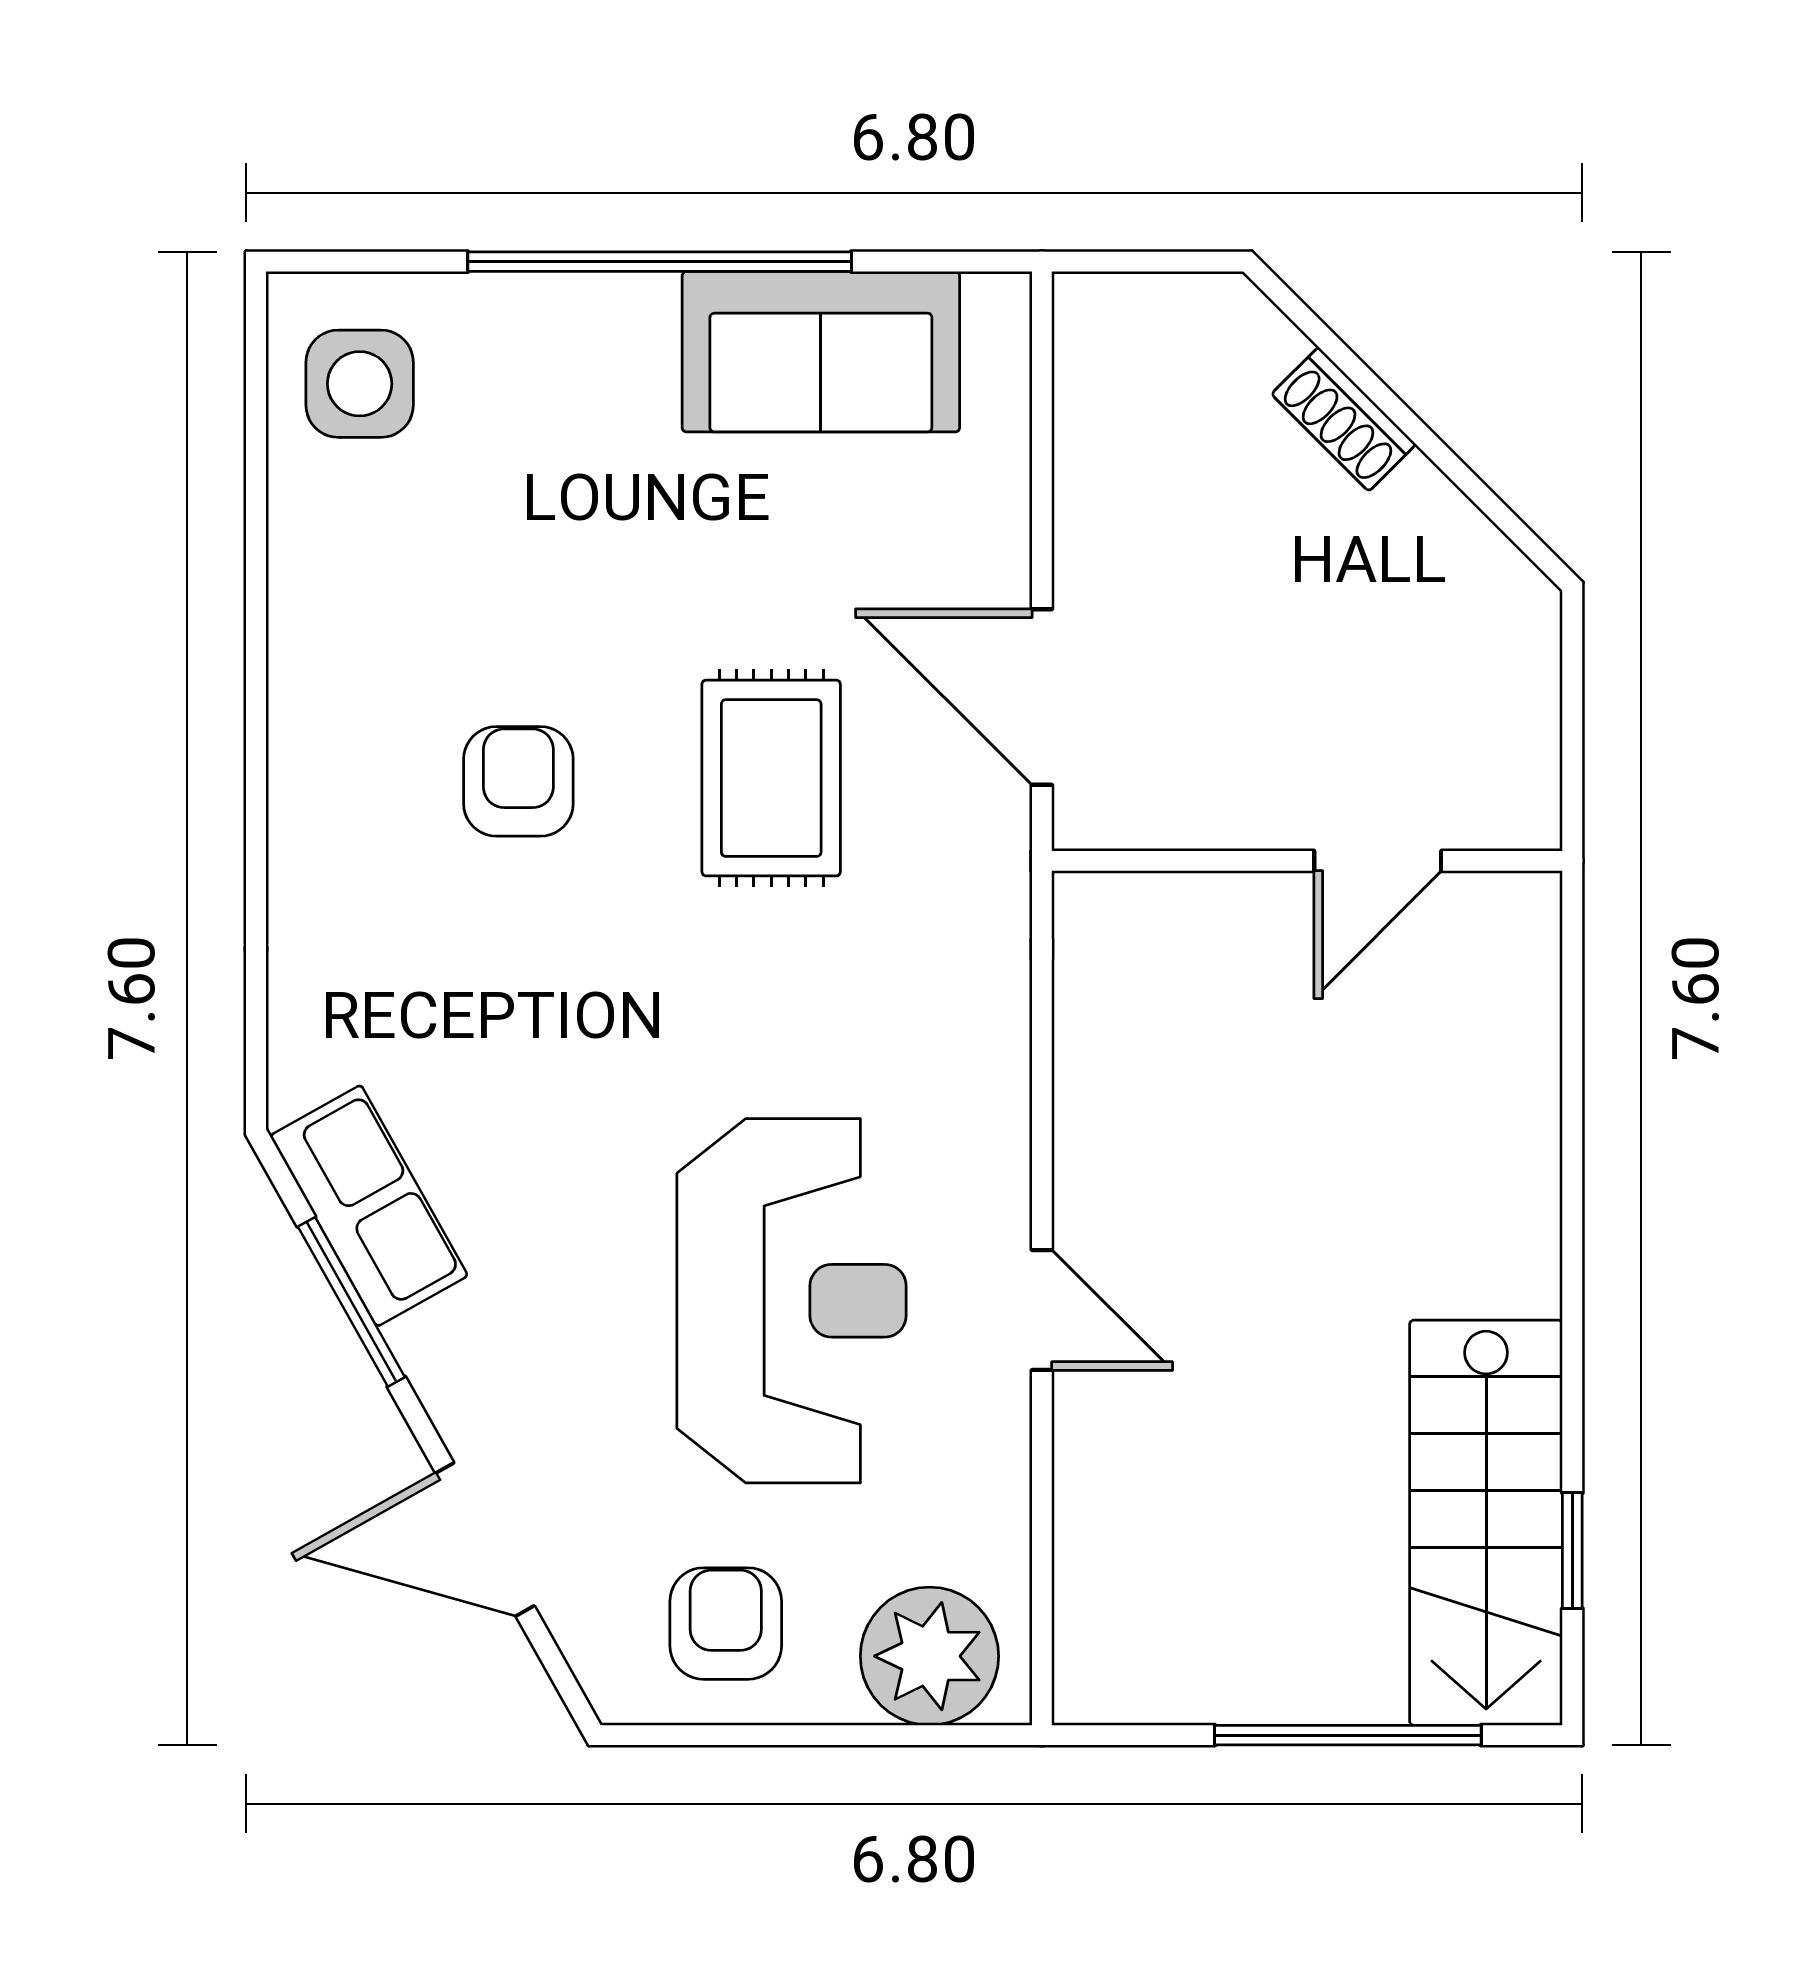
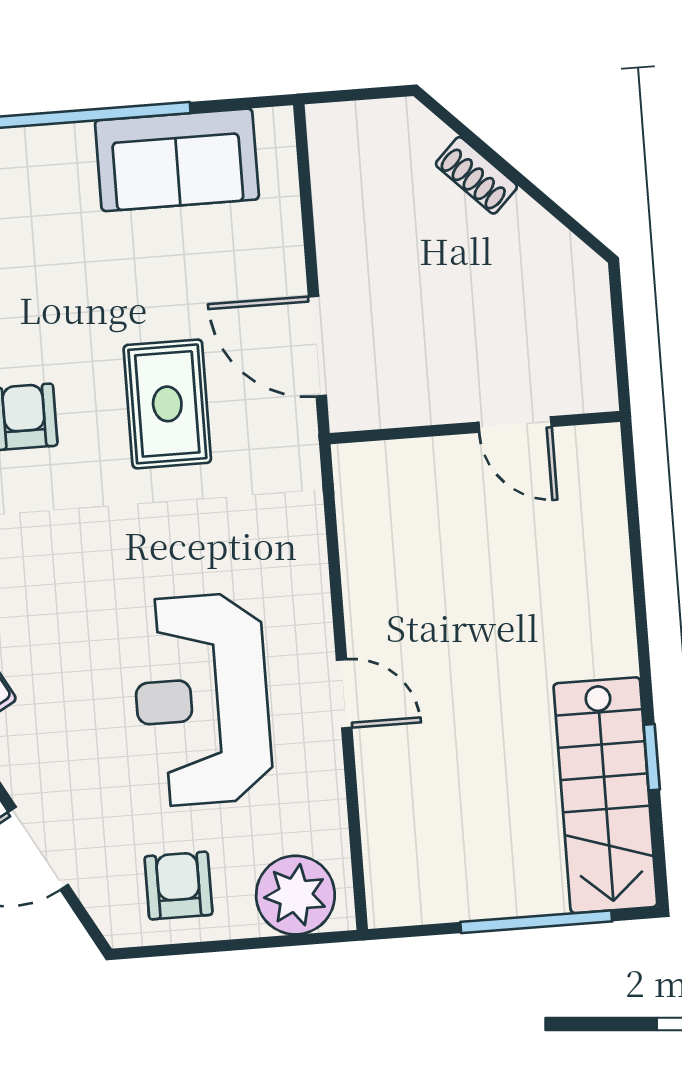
door: (1378, 861) -> (515, 424), hinge flipped
reception desk: (792, 1301) -> (202, 700), turned 180
window: (1572, 1551) -> (652, 757), moved

